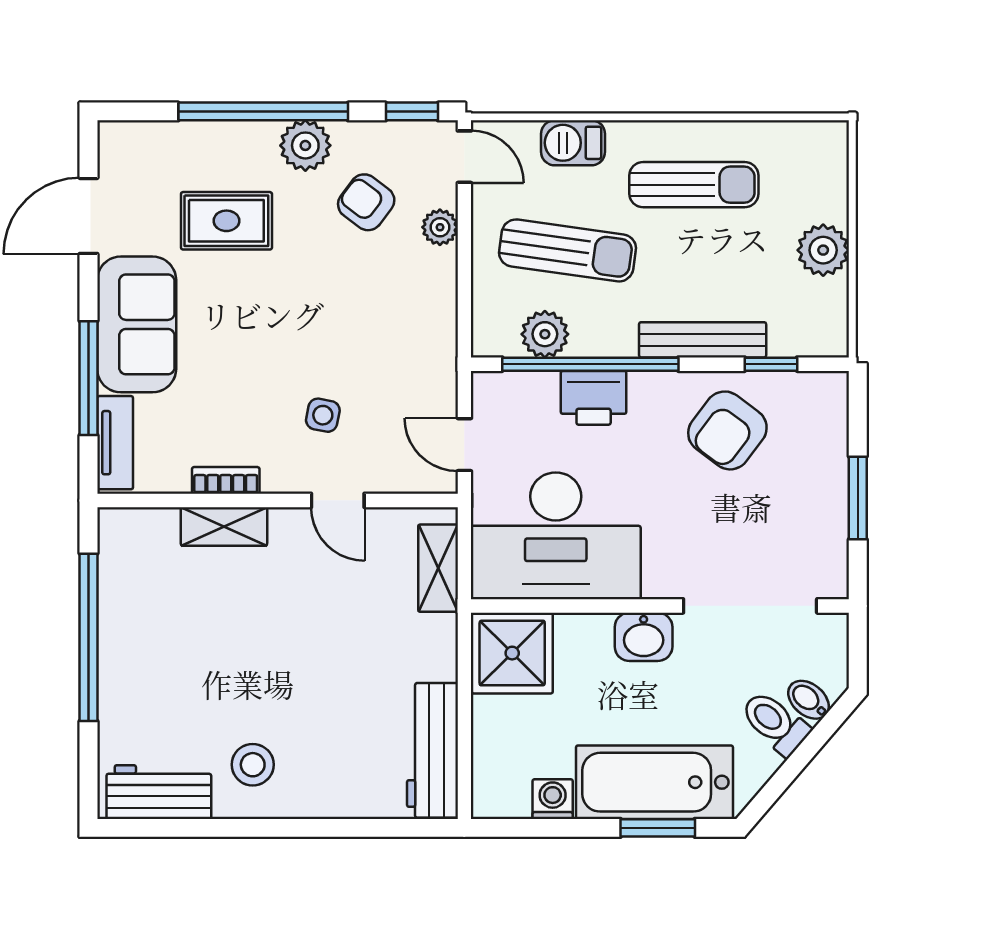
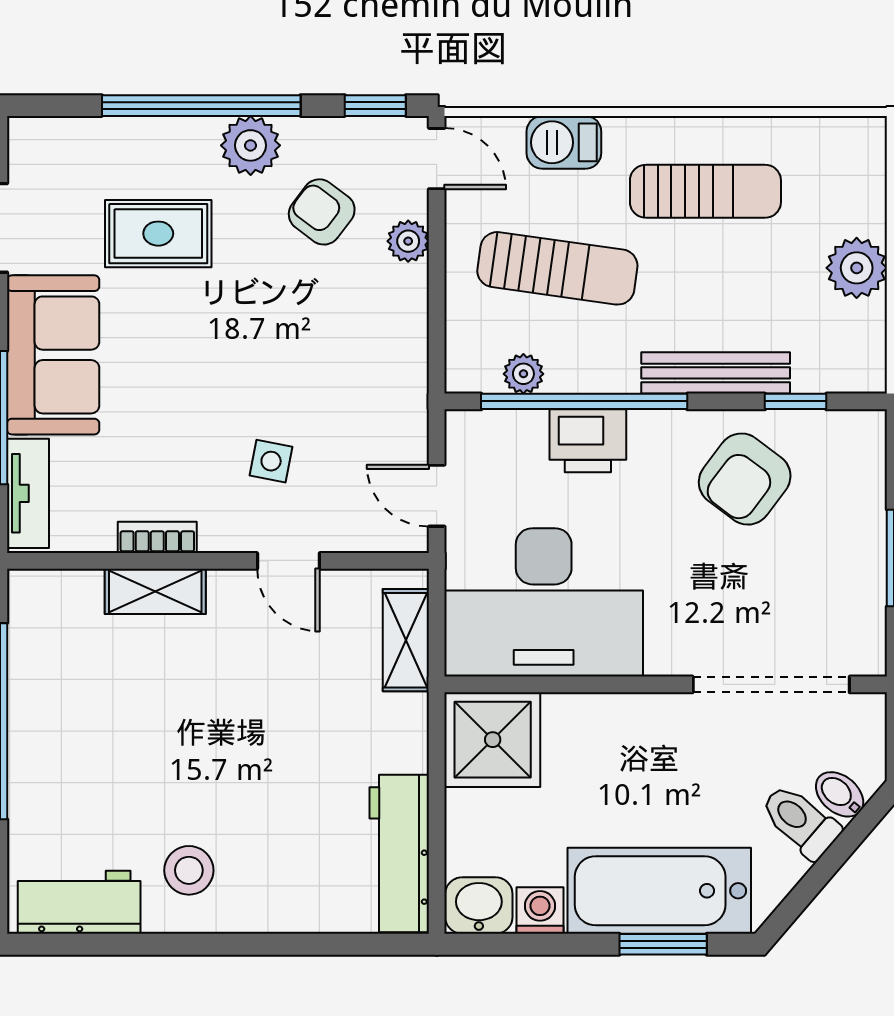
plant: (545, 334) -> (523, 374), width x0.73, depth x0.73
washbasin: (644, 637) -> (479, 906), moved, turned 180

